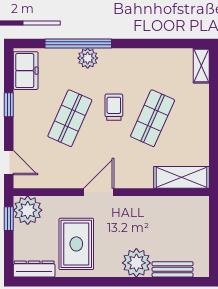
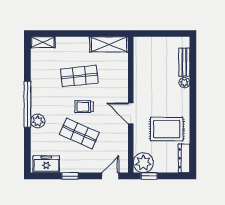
window: (78, 43) -> (27, 104), moved
trolley: (114, 107) -> (84, 107), moved
shop shelf: (153, 118) -> (79, 76), turned -30
shelving: (181, 177) -> (109, 44), moved, turned 90
plant: (136, 263) -> (184, 83), width x0.53, depth x0.53

